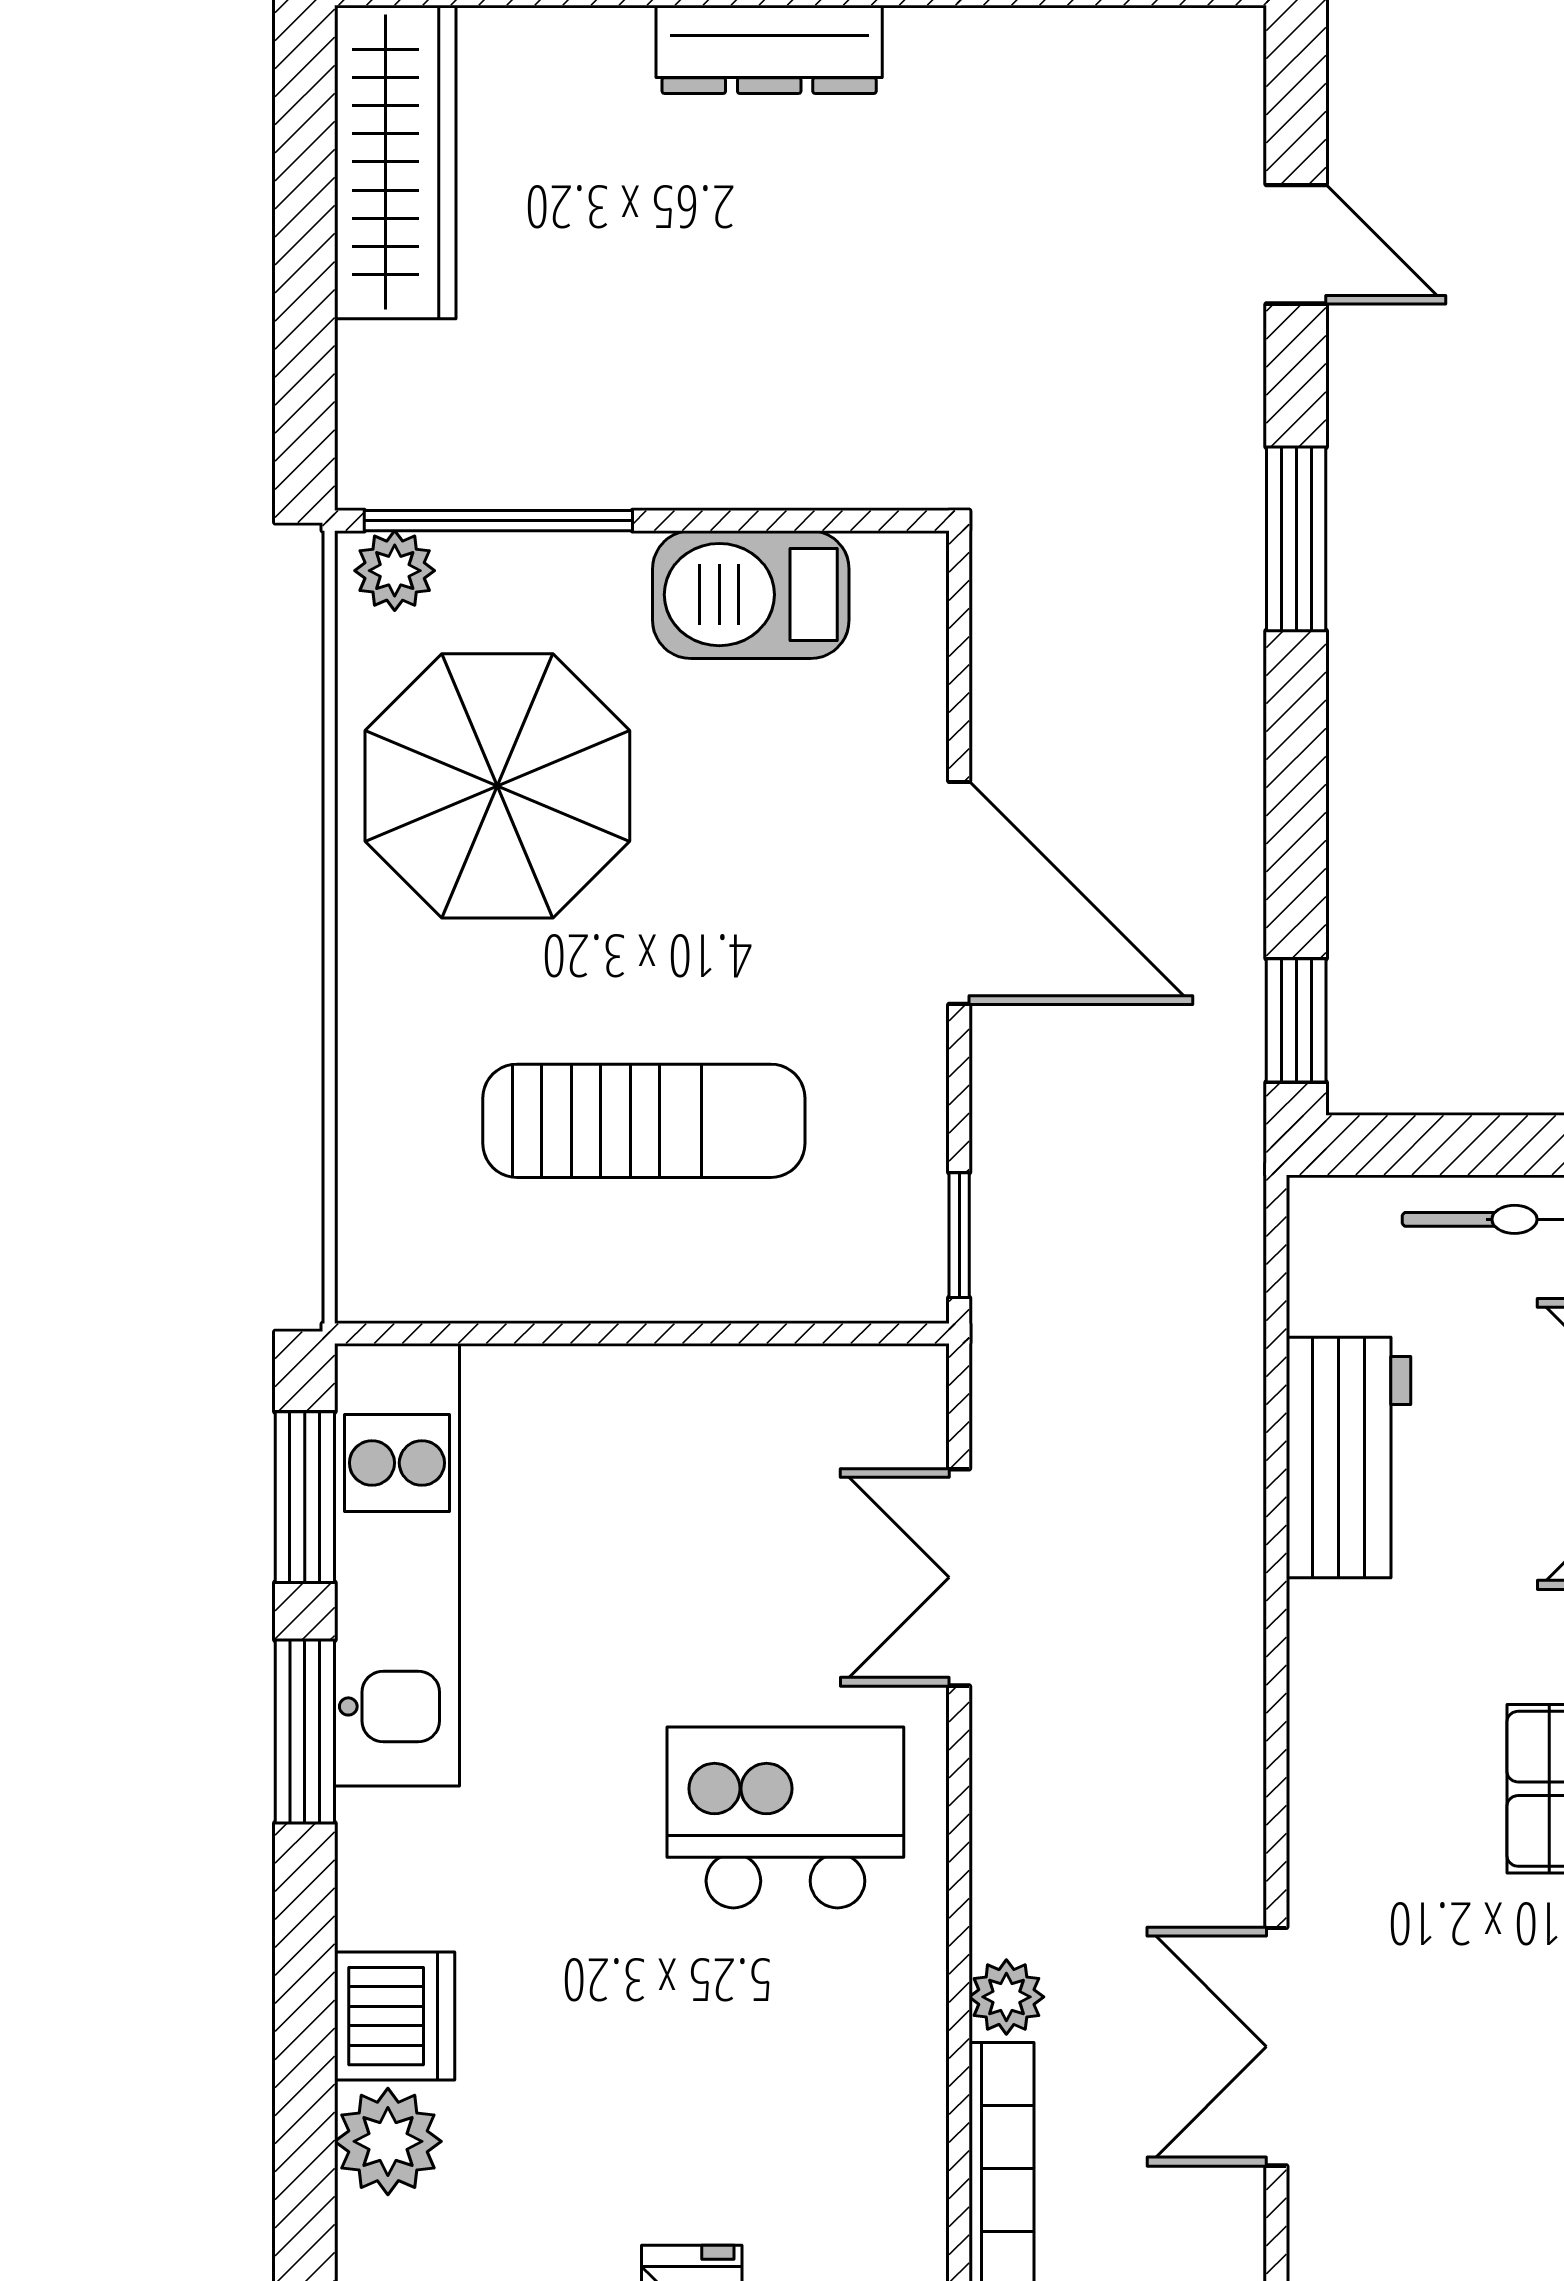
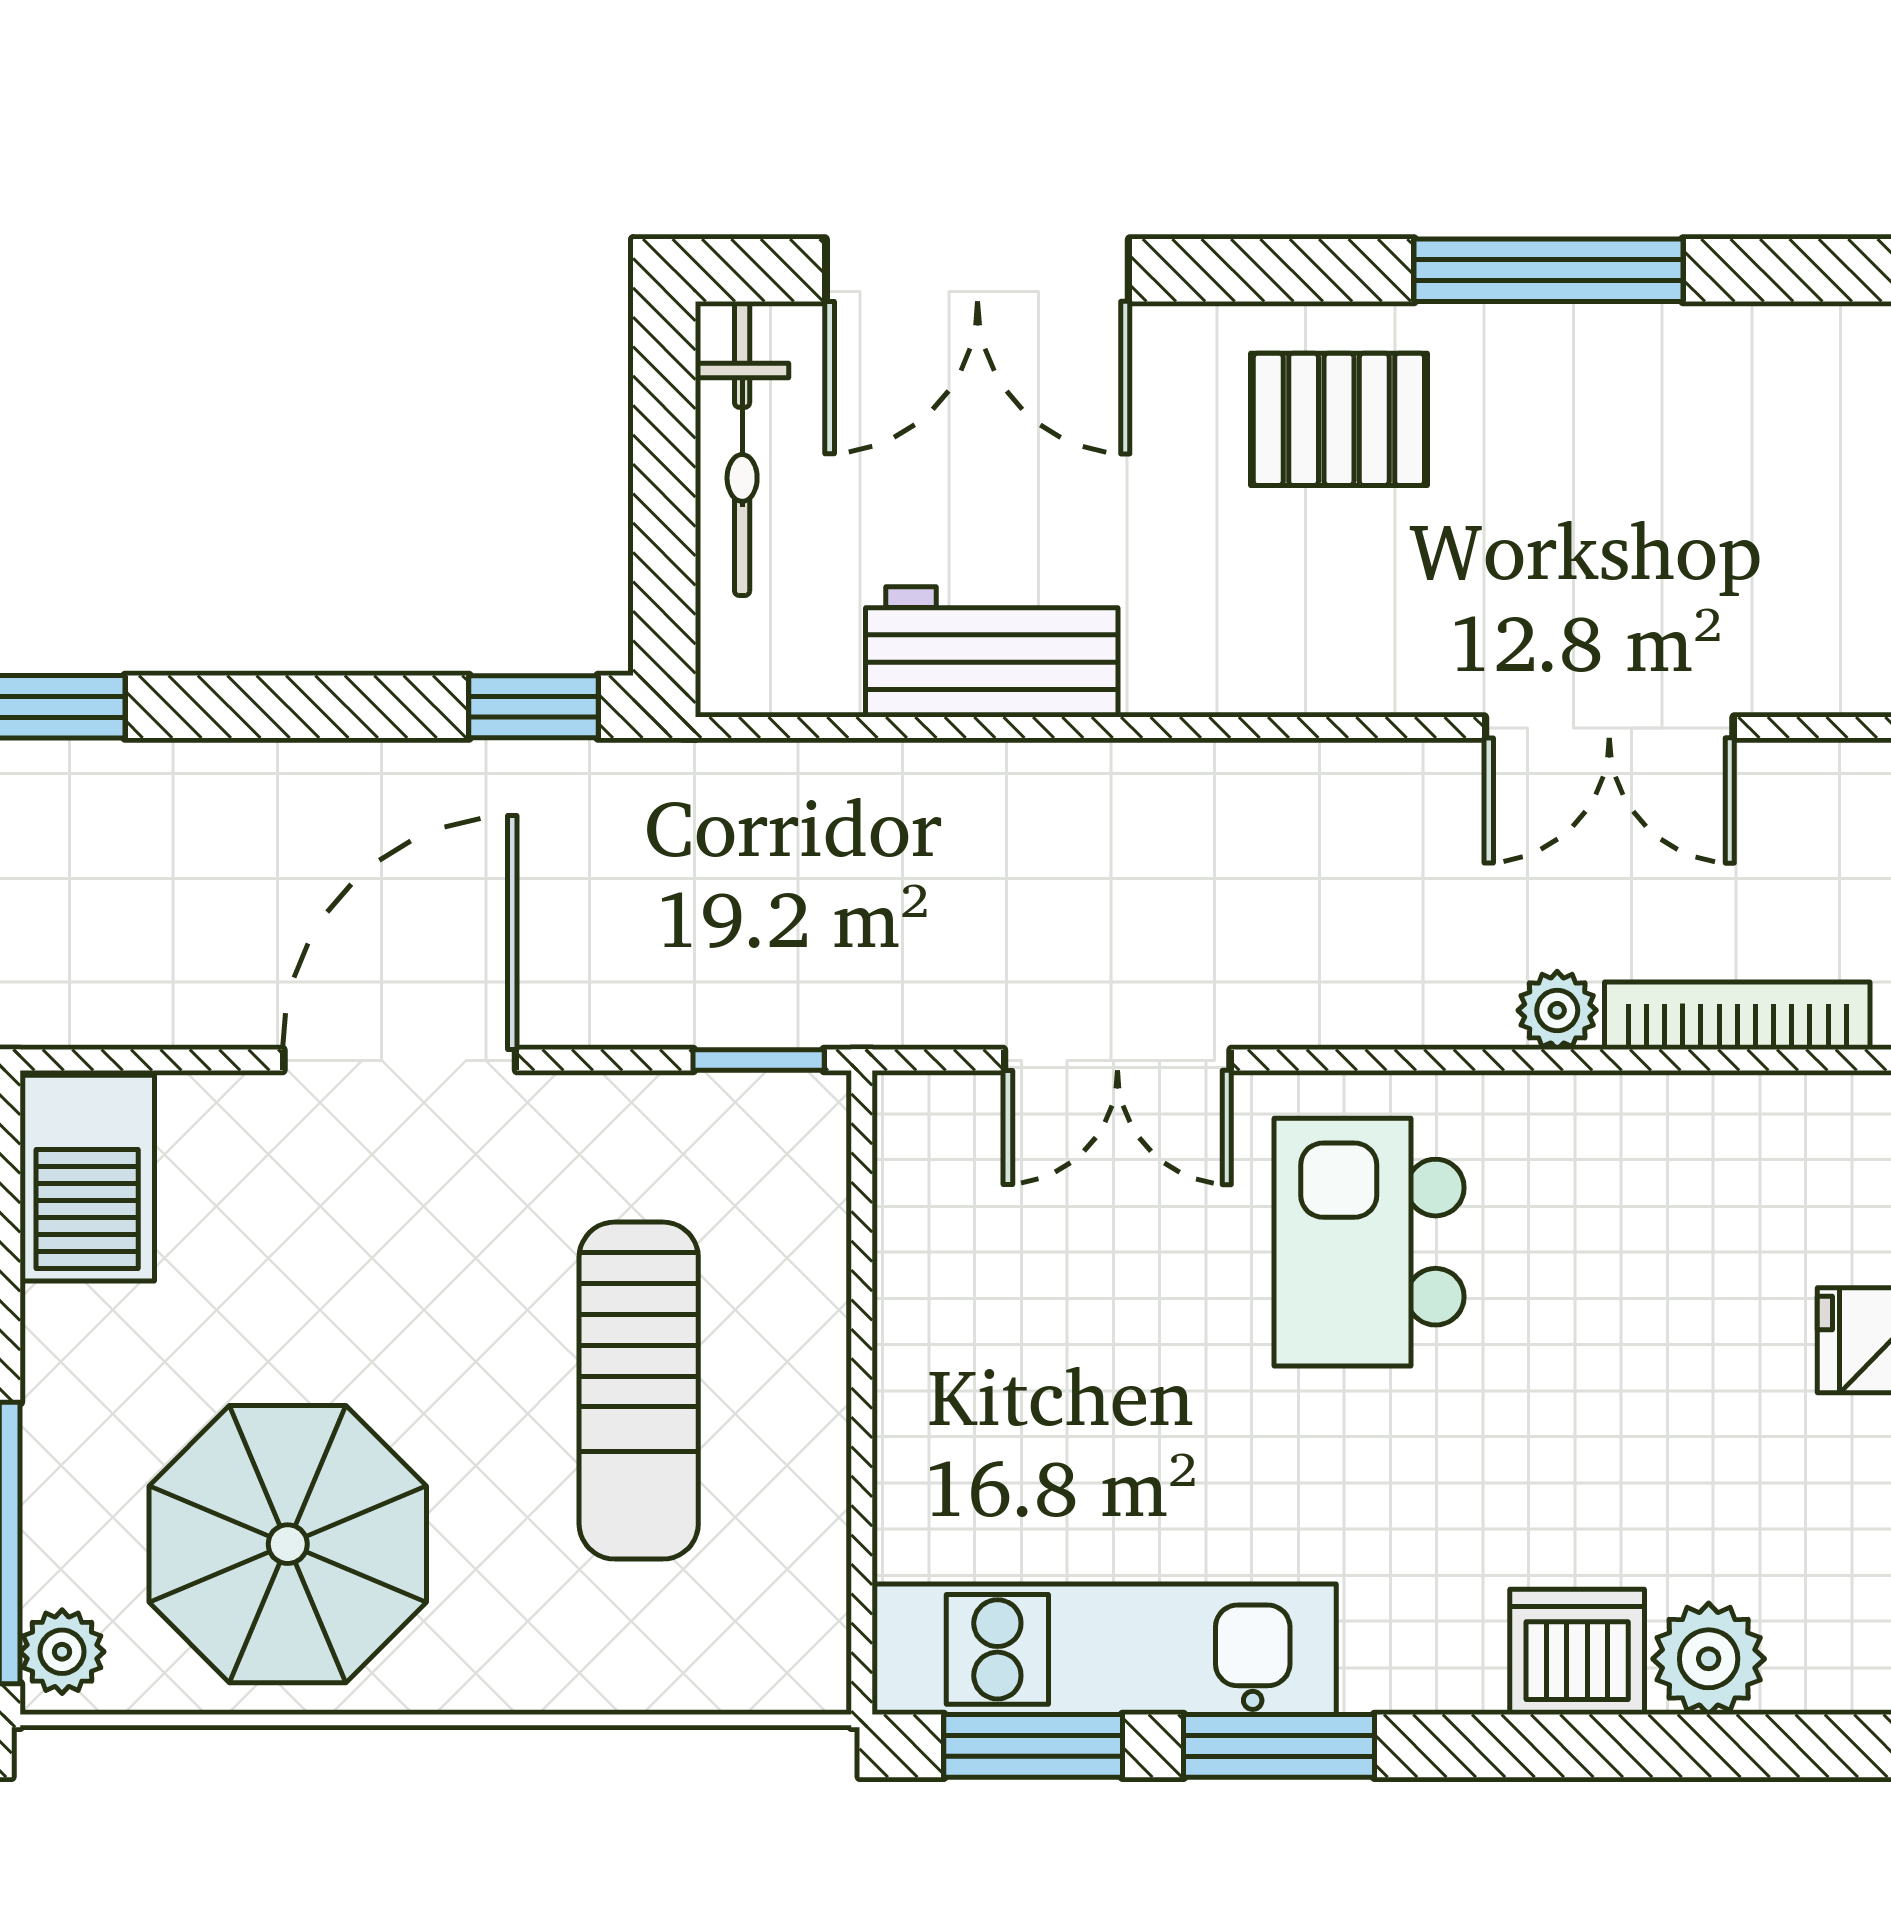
barbecue: (751, 595) -> (87, 1178), moved
sun lounger: (644, 1121) -> (639, 1391), turned 180

